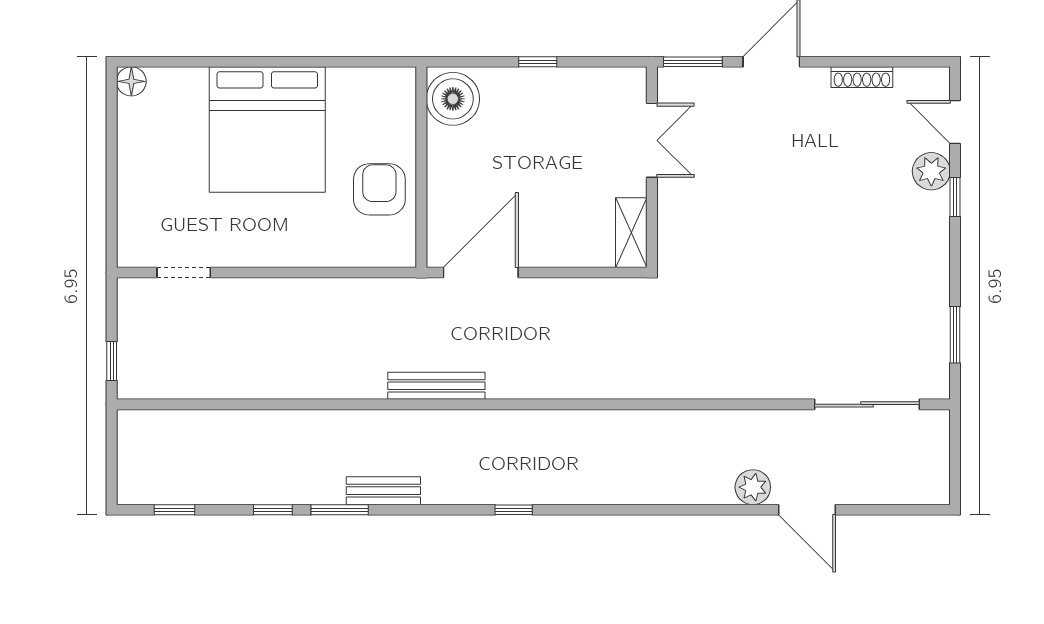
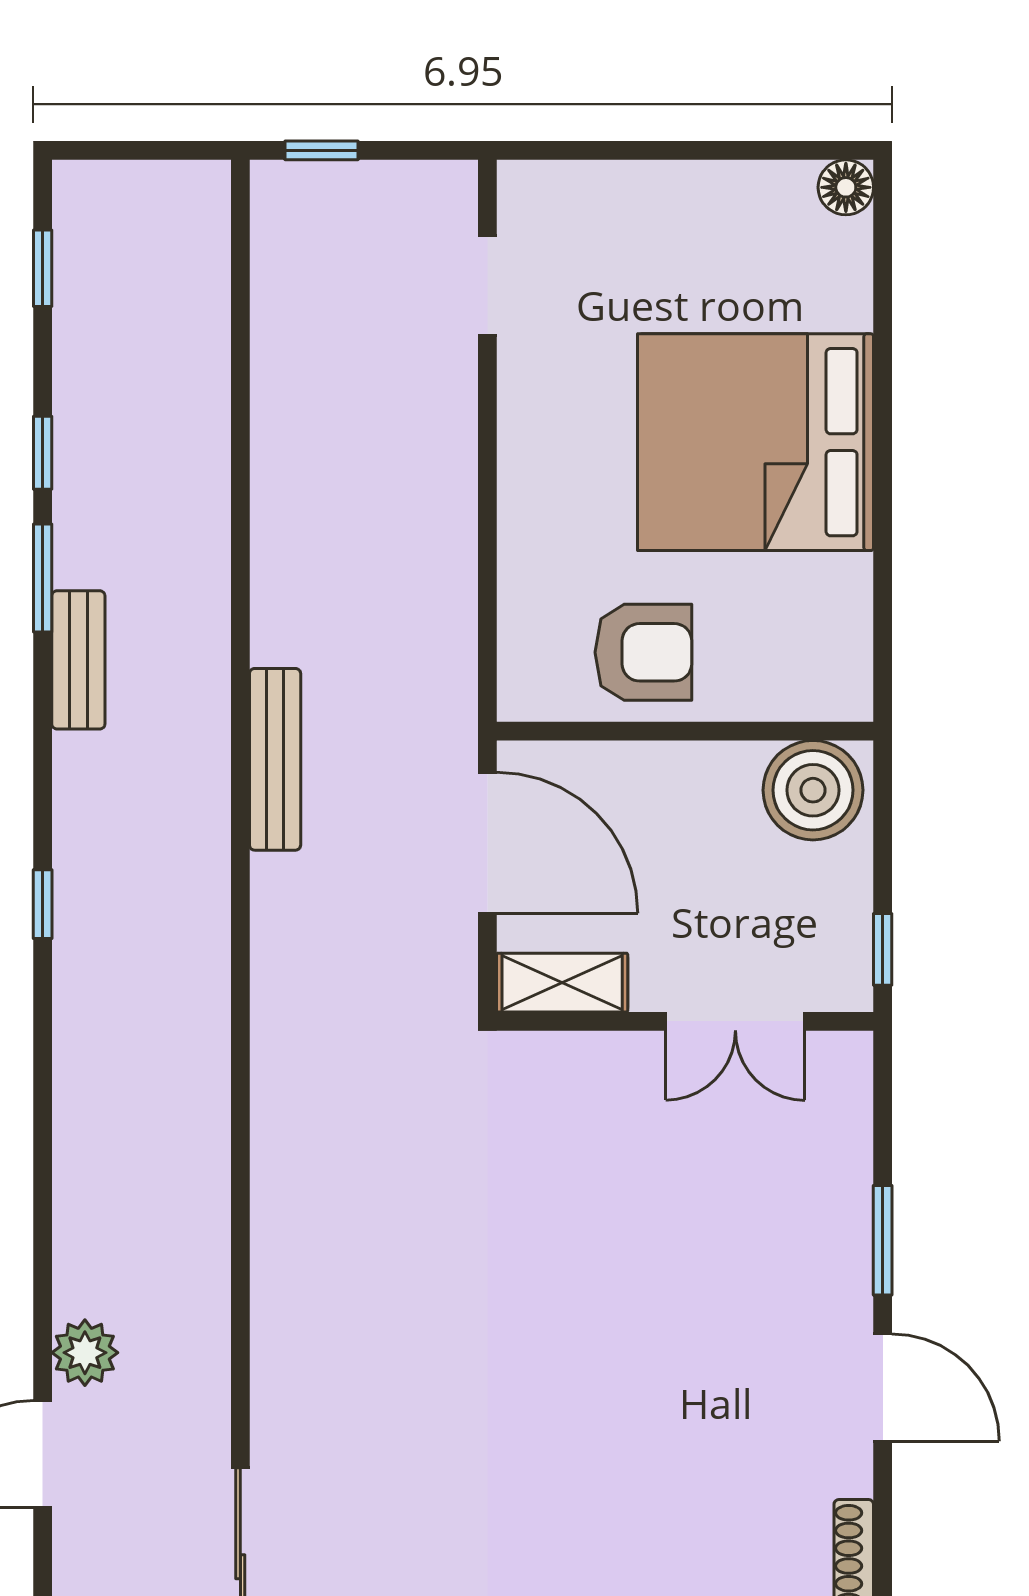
double door: (652, 140) -> (735, 1021), moved
wall: (652, 167) -> (685, 1021), moved
shelving: (631, 233) -> (562, 983), moved

